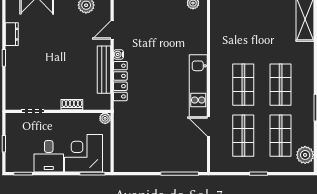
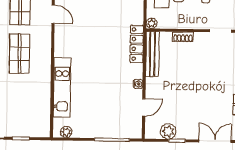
bench: (104, 70) -> (152, 54), moved
locker: (120, 81) -> (137, 44), moved
kitchen unit: (198, 86) -> (62, 87), moved

